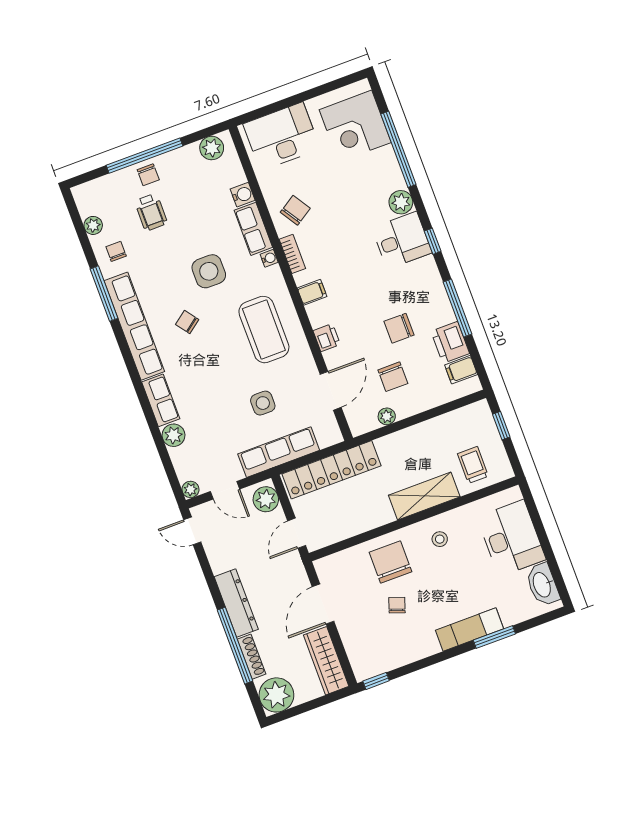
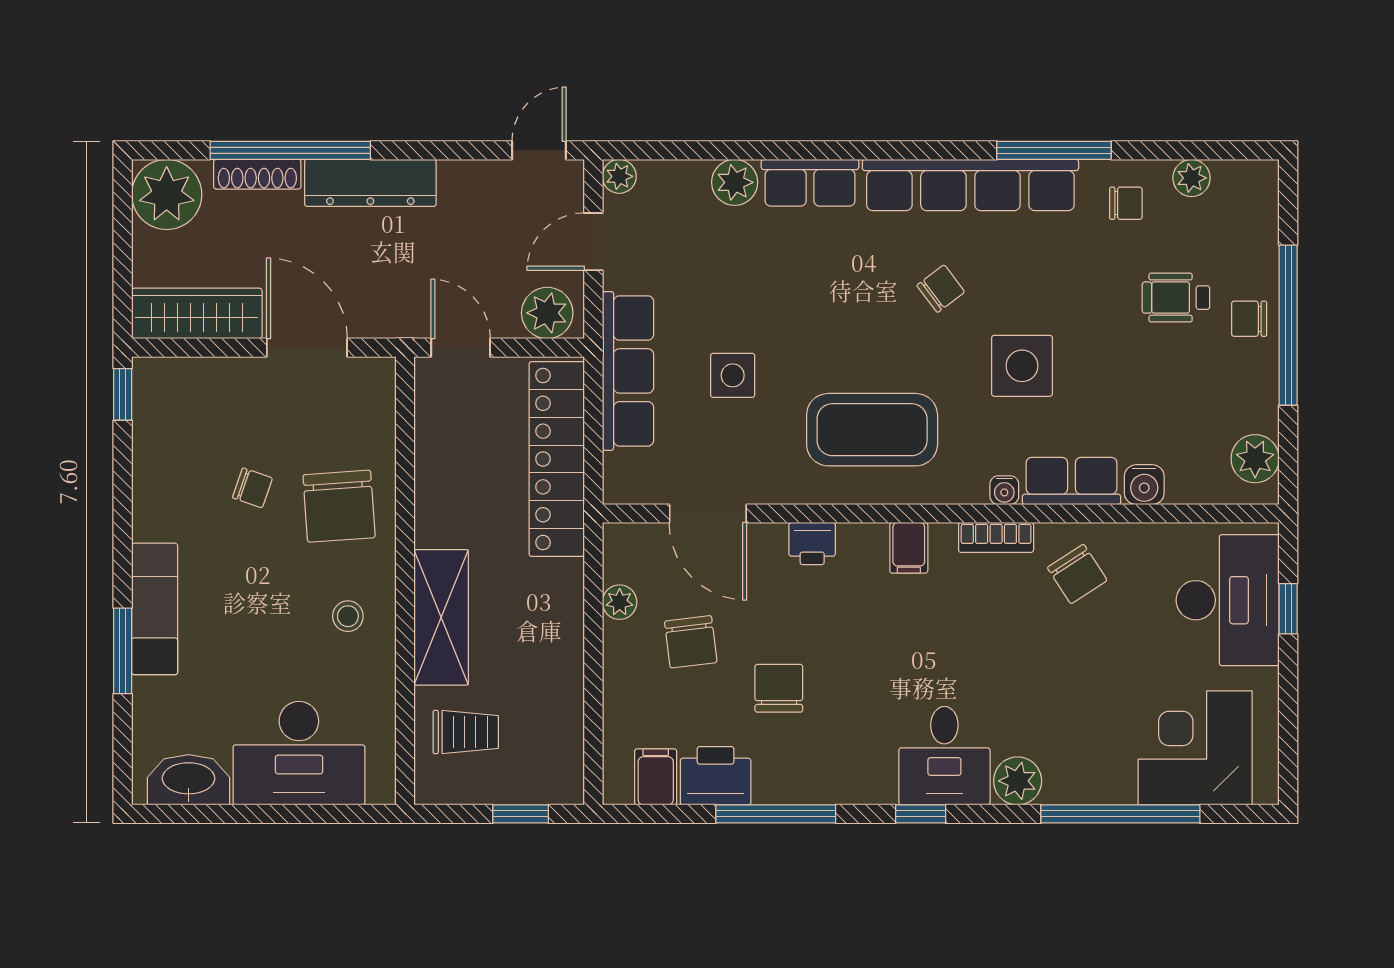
window: (275, 107) -> (1288, 609), added
chair: (393, 377) -> (691, 642), turned -97
chair: (391, 562) -> (339, 506), turned 86

